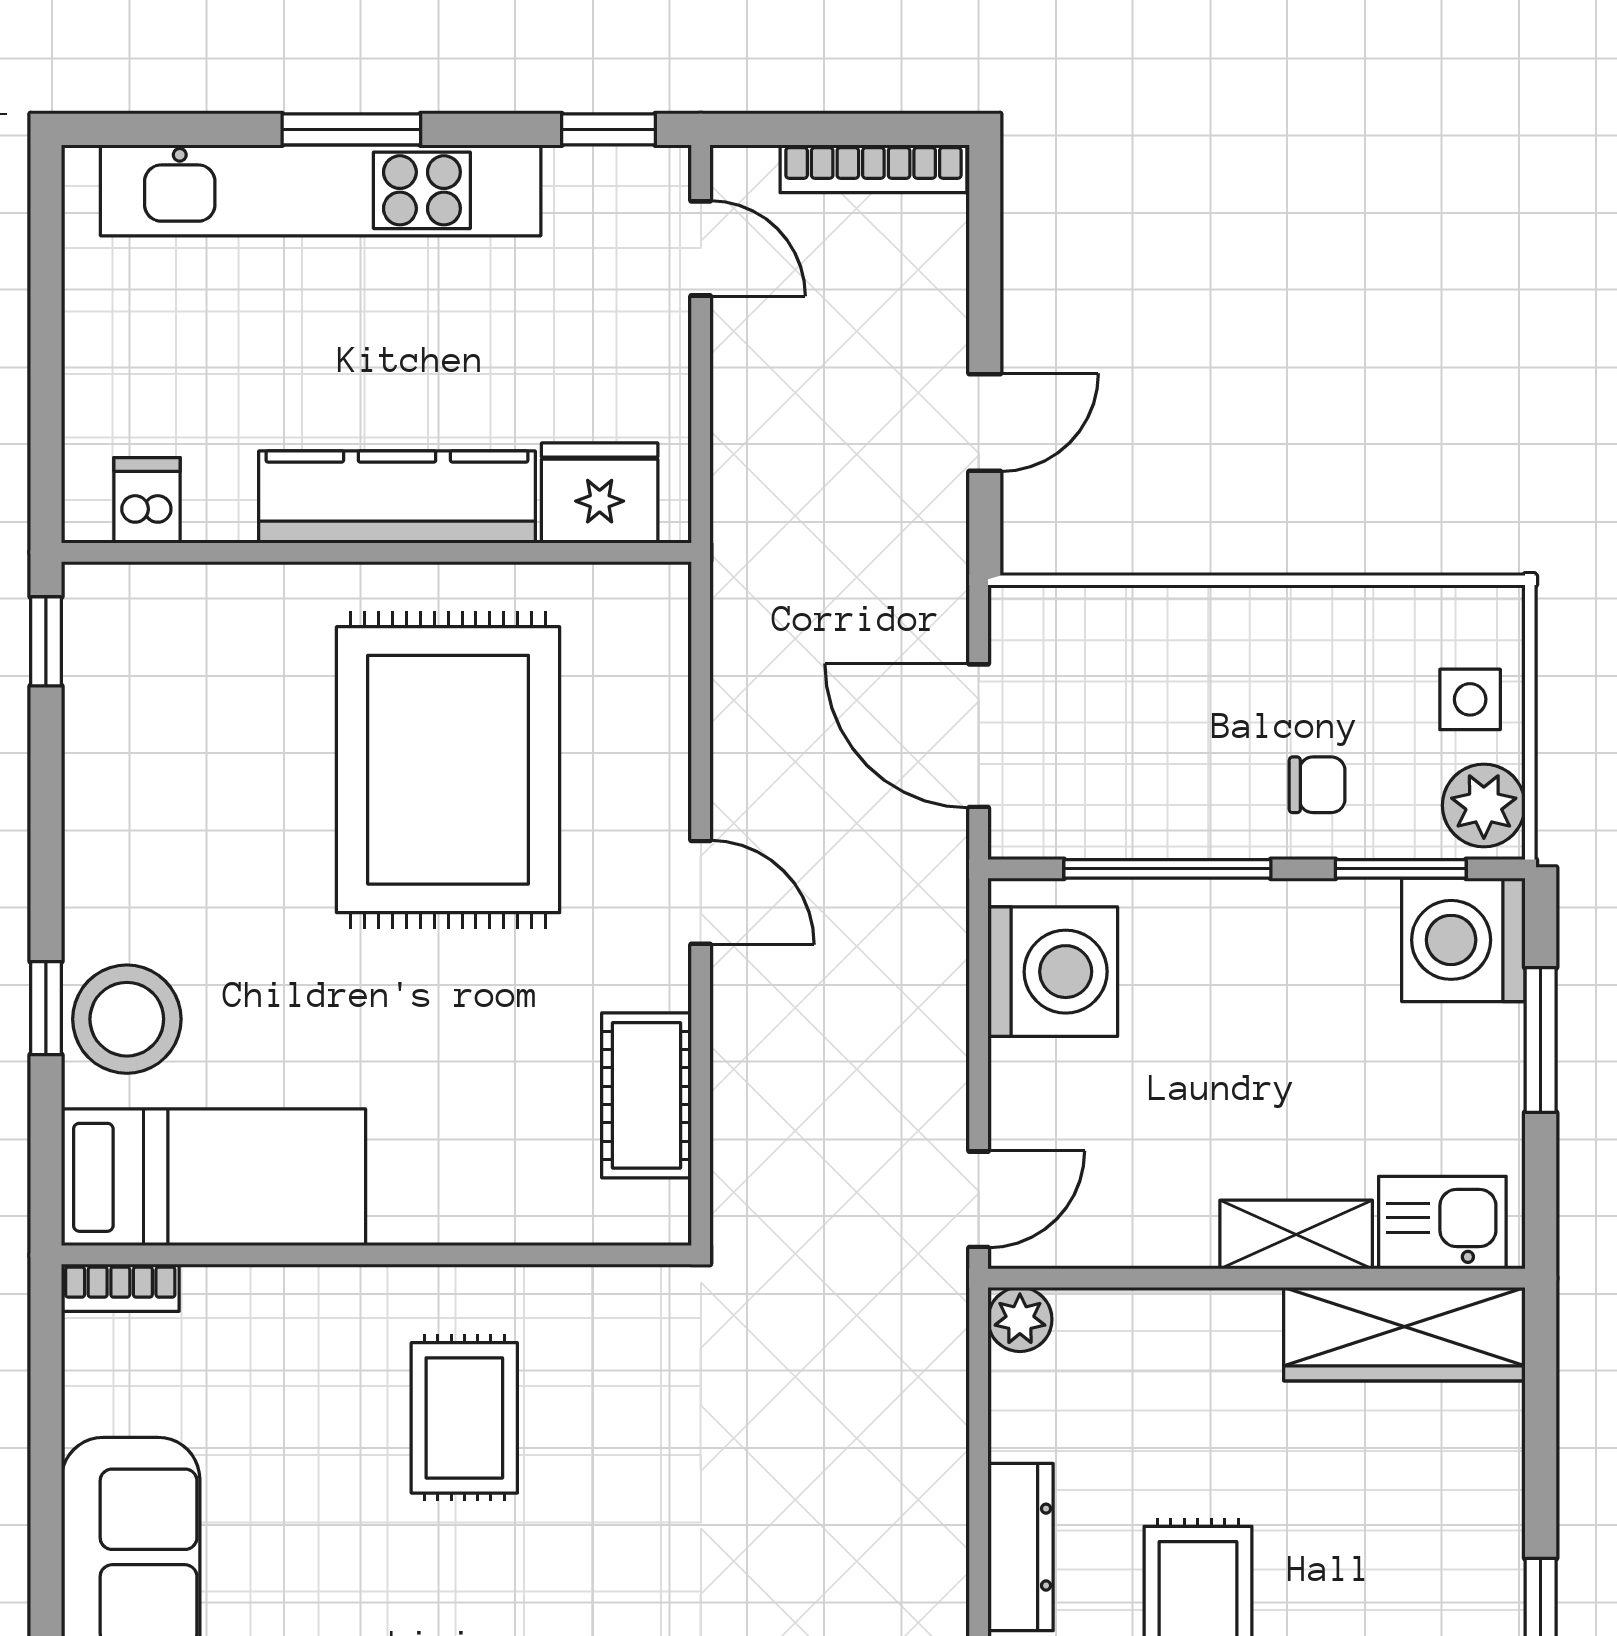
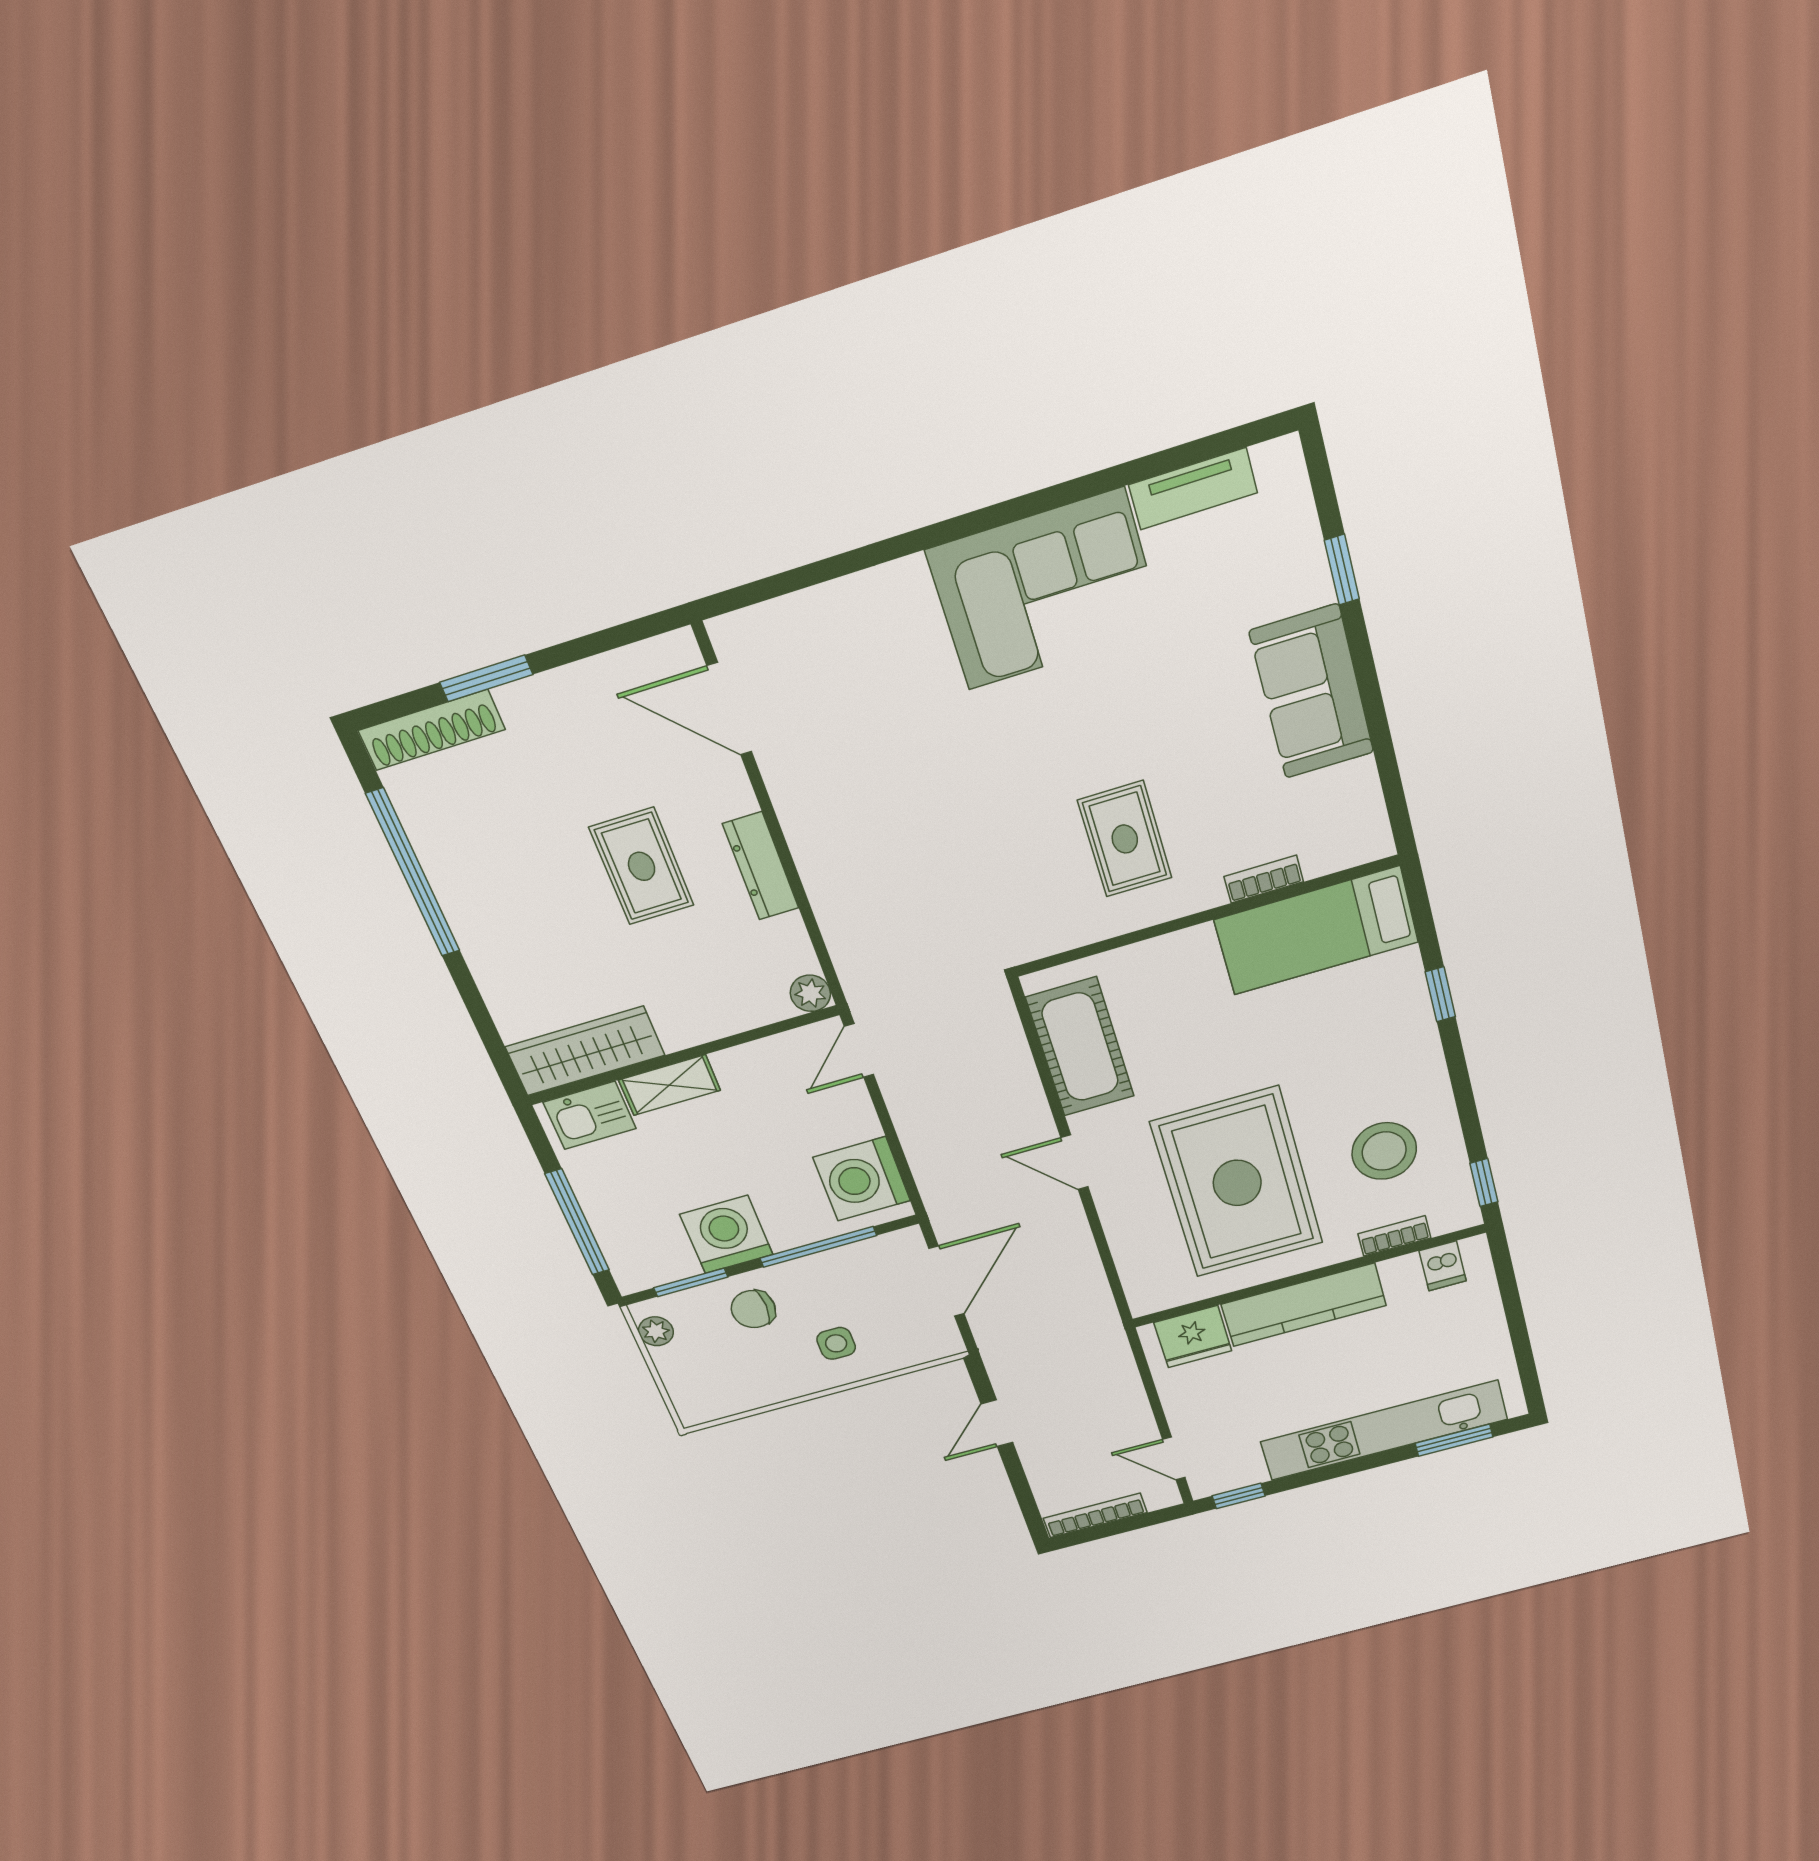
window: (351, 129) -> (1454, 1440), moved
bookcase: (215, 585) -> (1394, 1236), added
side table: (1470, 699) -> (836, 1343), moved
door: (979, 736) -> (947, 1281), hinge flipped
chair: (1317, 785) -> (753, 1309), width x1.37, depth x1.37
plant: (1484, 805) -> (656, 1331), width x0.73, depth x0.73
washing machine: (1463, 940) -> (726, 1234), moved, turned -90
stool: (127, 1019) -> (1384, 1151), moved
window: (1541, 1040) -> (577, 1222), width x1.44
cot: (646, 1095) -> (1080, 1047), width x1.37, depth x1.34
bookcase: (120, 1288) -> (1264, 879), moved

